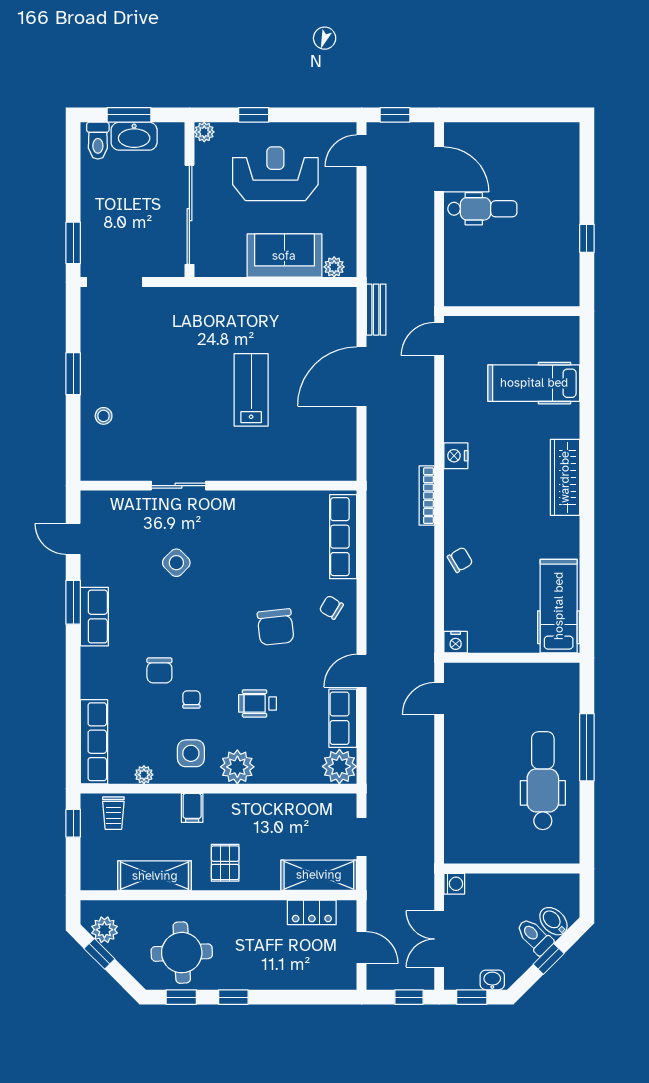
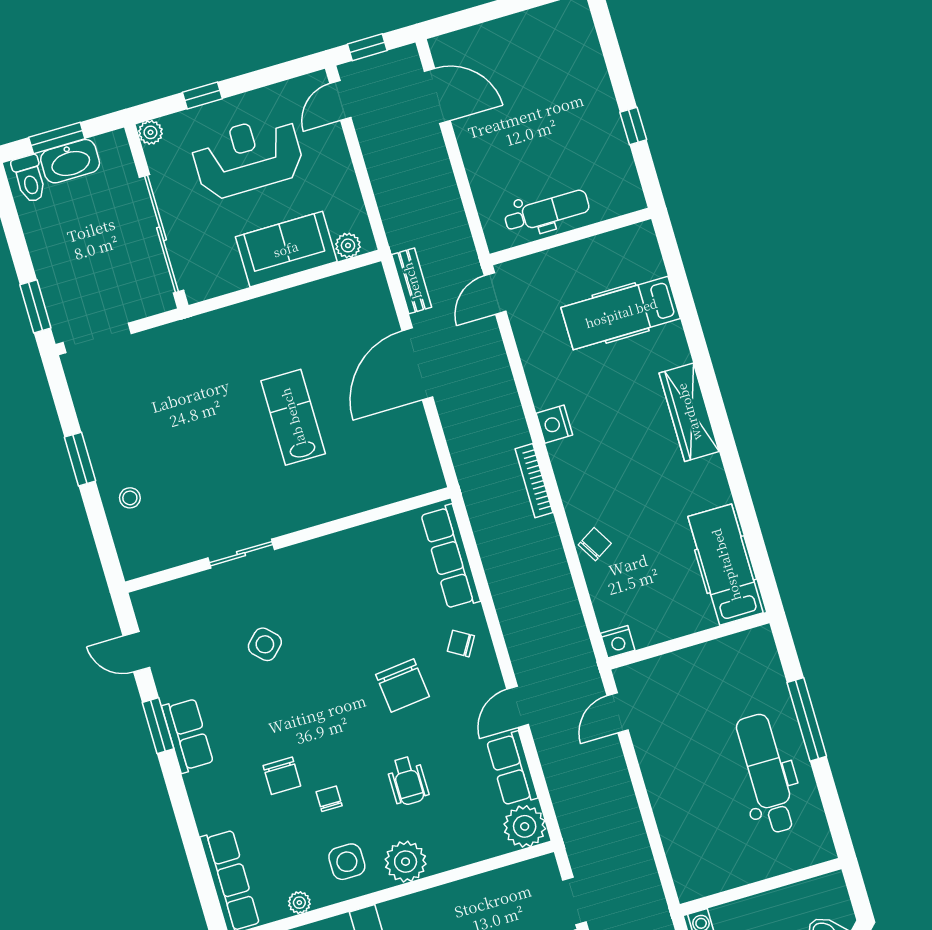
dental chair: (482, 209) -> (547, 211), moved
wheelchair: (258, 703) -> (408, 781), turned -90

